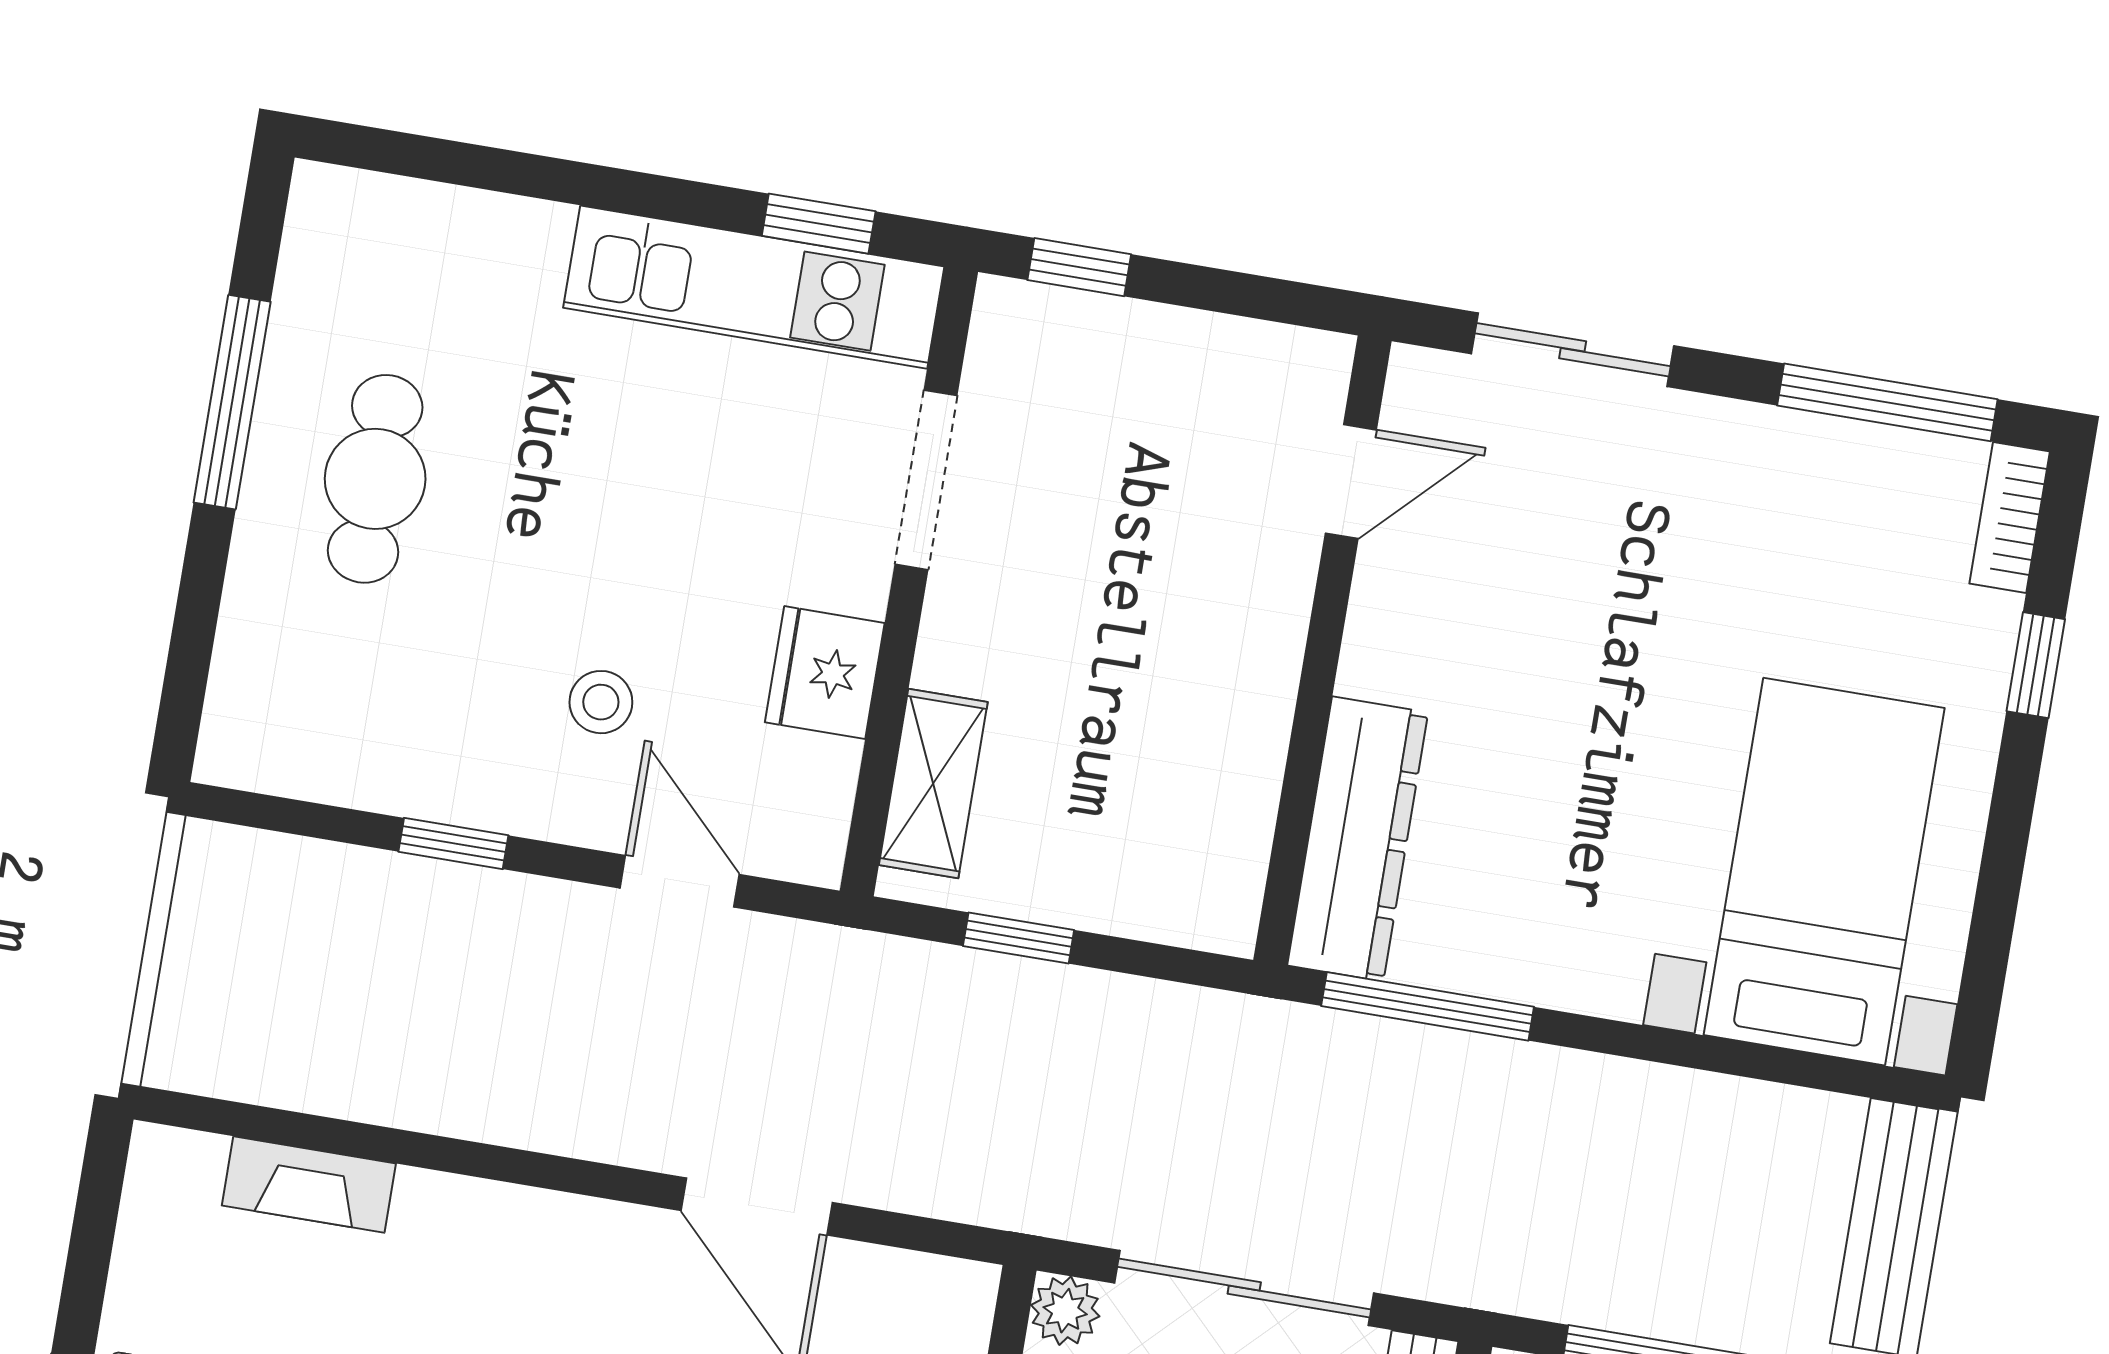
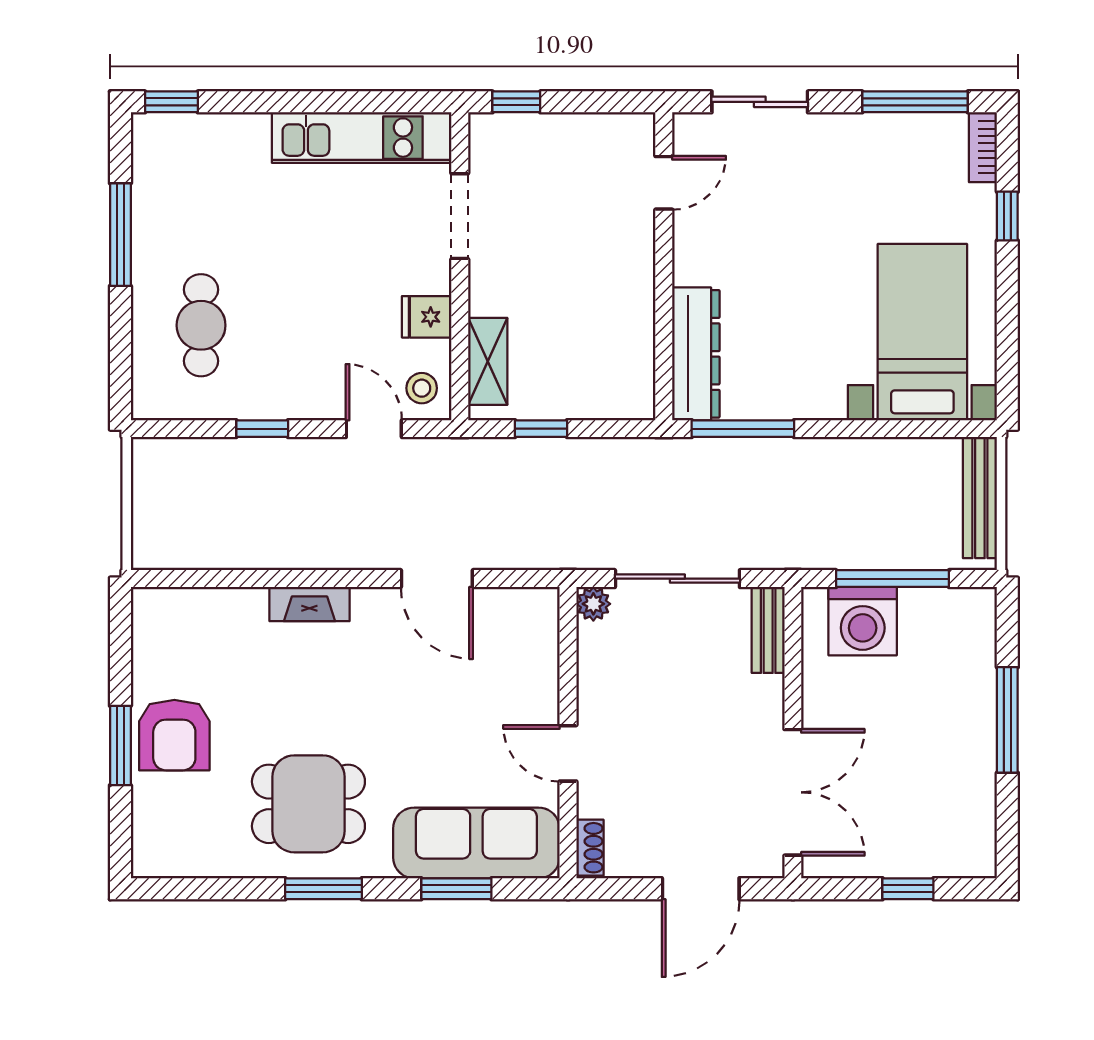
window: (819, 224) -> (171, 102), moved
cafe table: (375, 479) -> (201, 325), moved
fridge: (825, 673) -> (427, 317), width x0.72
stool: (601, 702) -> (422, 388), moved
fireplace: (309, 1185) -> (309, 604), moved

